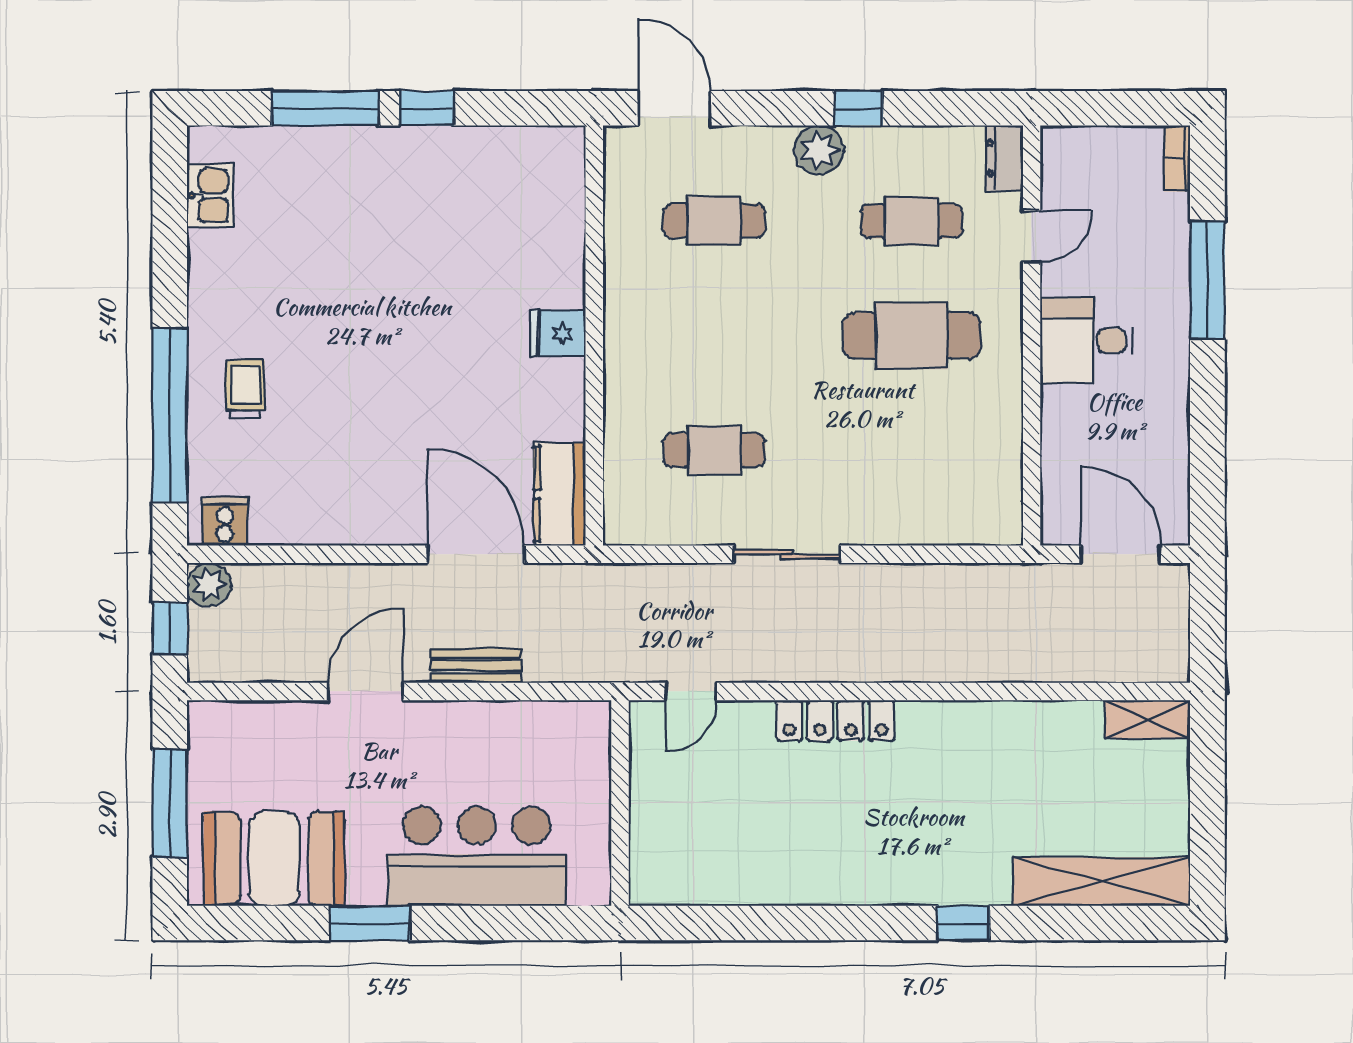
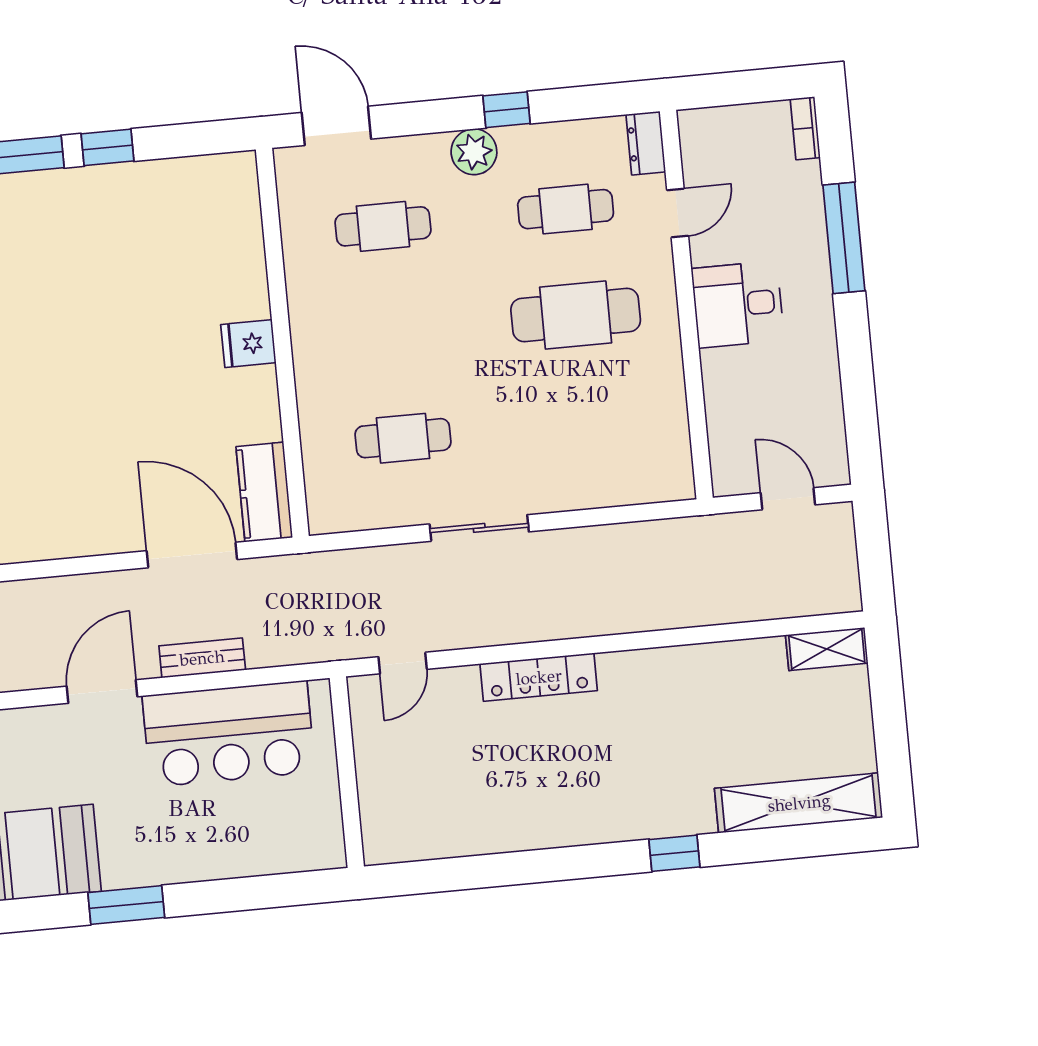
door: (1121, 554) -> (788, 499), width x0.73
bar counter: (477, 856) -> (229, 734), moved, turned 180

